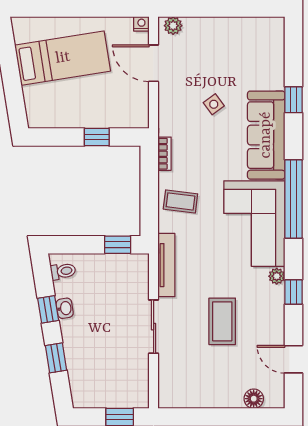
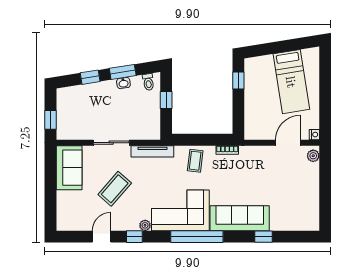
side table: (214, 104) -> (260, 183), removed
window: (97, 137) -> (238, 81), moved
window: (118, 245) -> (166, 100), moved
window: (48, 309) -> (123, 72), width x1.50
coffee table: (222, 321) -> (115, 189), turned -49
door: (293, 359) -> (102, 237), moved
sofa: (191, 389) -> (69, 168), added
floor lamp: (254, 399) -> (63, 210), removed

